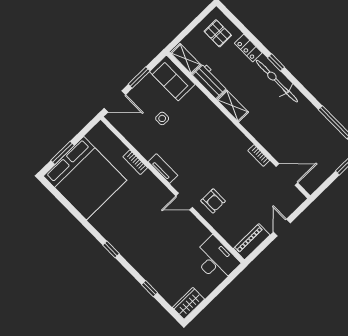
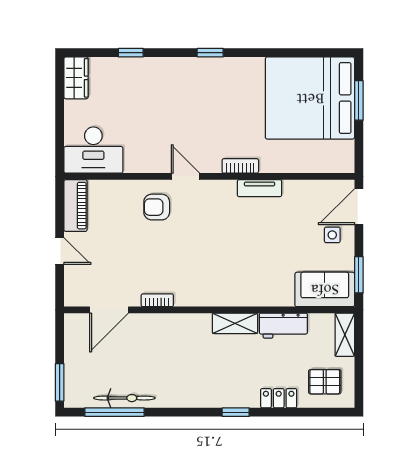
shelving: (186, 59) -> (345, 335), moved, turned 90
window: (139, 78) -> (359, 275), moved
bicycle: (277, 81) -> (124, 398), moved, width x0.73, depth x0.71
side table: (162, 118) -> (332, 235), moved
bookcase: (135, 162) -> (240, 166), moved
tv unit: (163, 169) -> (260, 188), moved
door: (184, 202) -> (185, 176), hinge flipped

